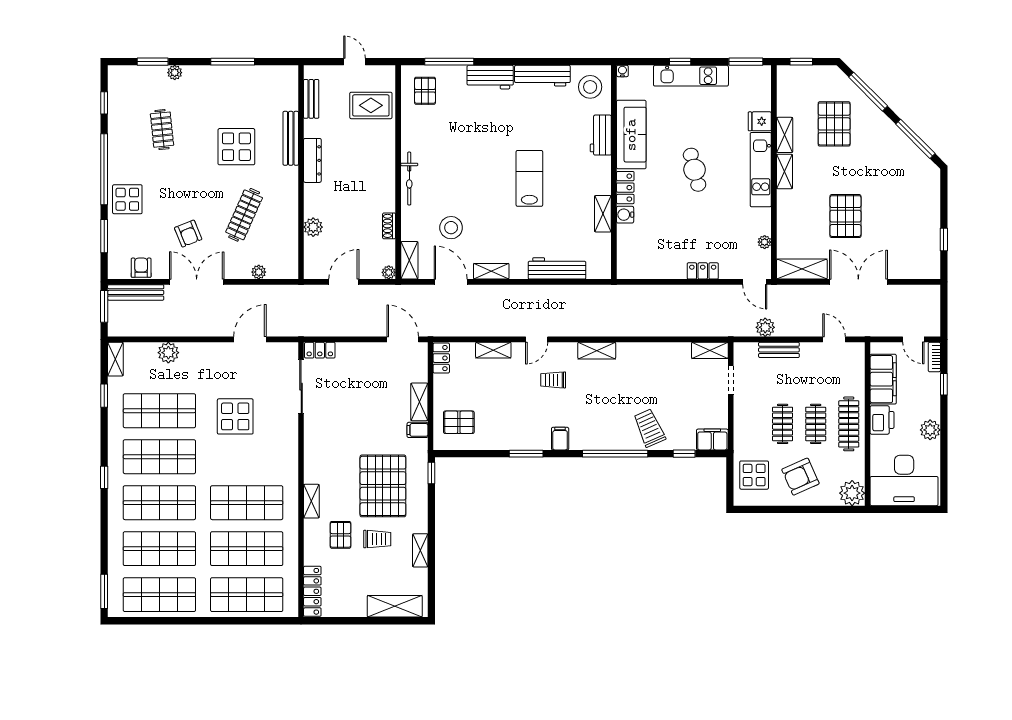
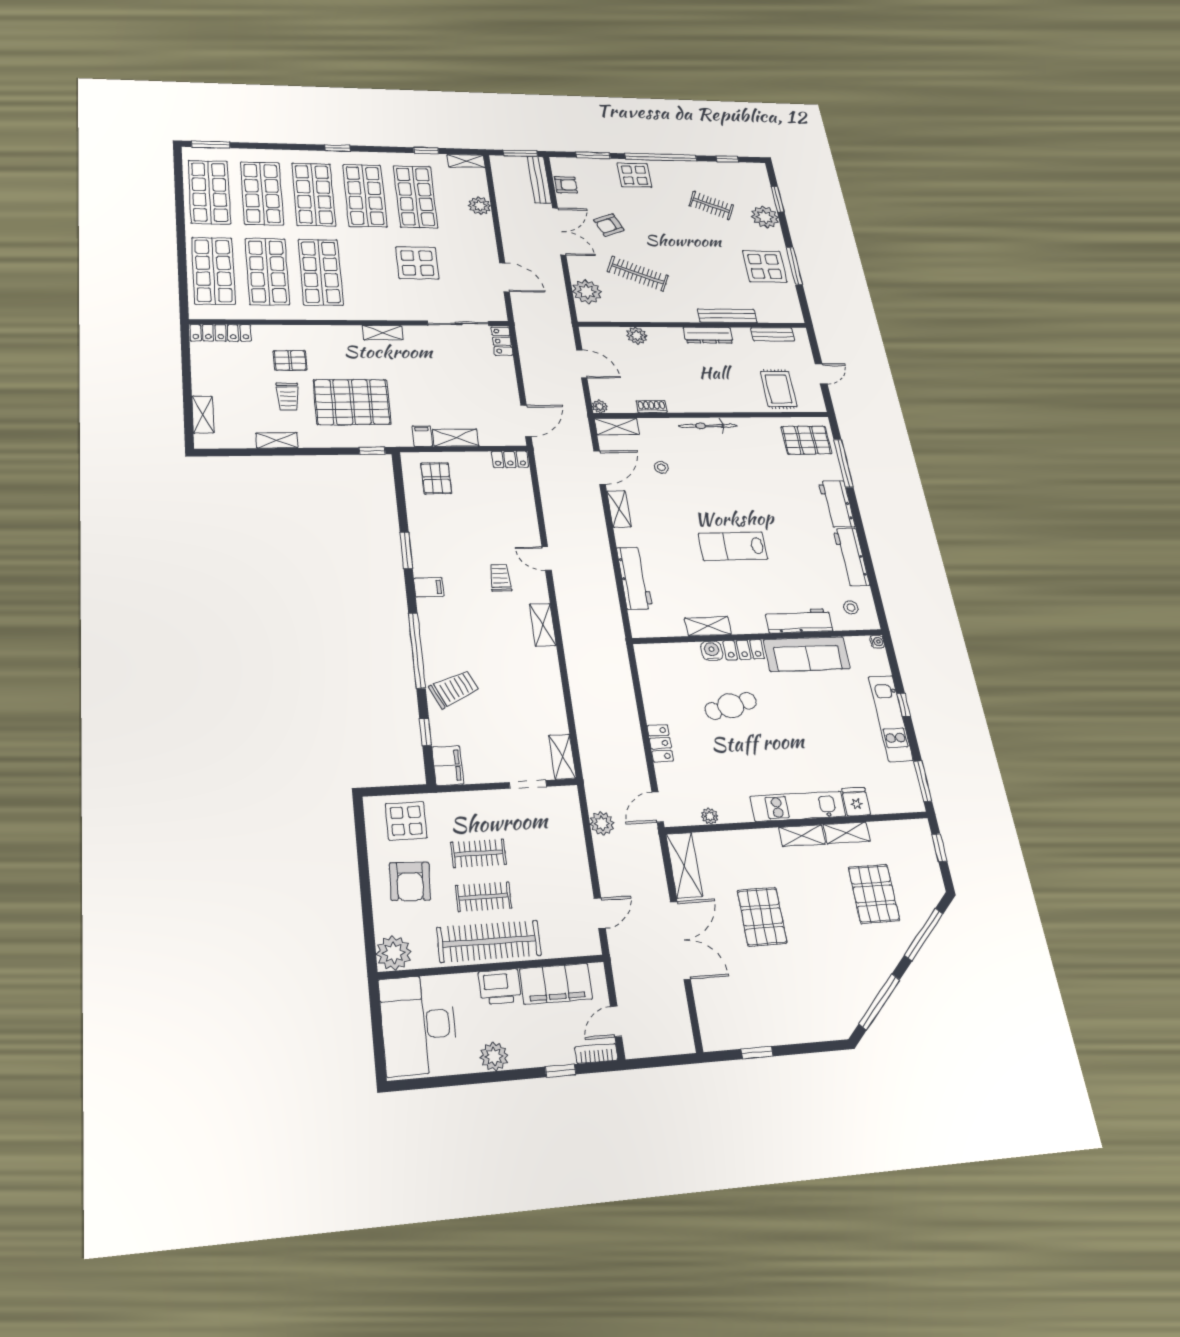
plant: (175, 73) -> (765, 217), width x1.88, depth x1.88
stool: (590, 87) -> (851, 607), width x0.53, depth x0.53
pallet: (425, 91) -> (806, 440), width x1.50, depth x1.42
pallet: (834, 124) -> (874, 894), turned 90
clothes rail: (162, 130) -> (711, 205), turned 30
workbench: (601, 135) -> (799, 621), width x1.37
display table: (236, 147) -> (765, 266), moved
cafe table: (695, 170) -> (731, 706), moved
lab bench: (529, 178) -> (733, 546), turned 180
pallet: (845, 216) -> (762, 917), turned 90
stool: (451, 228) -> (661, 467), width x0.53, depth x0.53
plant: (259, 272) -> (587, 292), width x1.88, depth x1.88
shelving: (493, 350) -> (527, 513), removed
bench: (779, 350) -> (575, 843), removed
clothes rail: (849, 424) -> (489, 941), width x1.37, depth x1.31
armchair: (800, 477) -> (410, 881), turned -153
shelving: (311, 501) -> (383, 333), moved
shelving: (395, 606) -> (203, 415), width x0.67, depth x0.75

